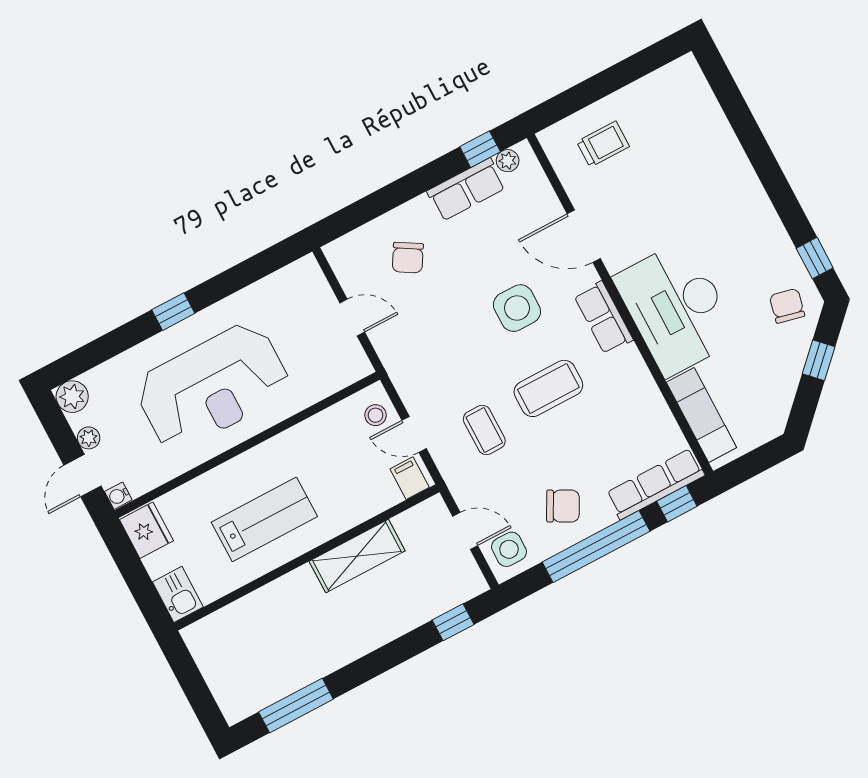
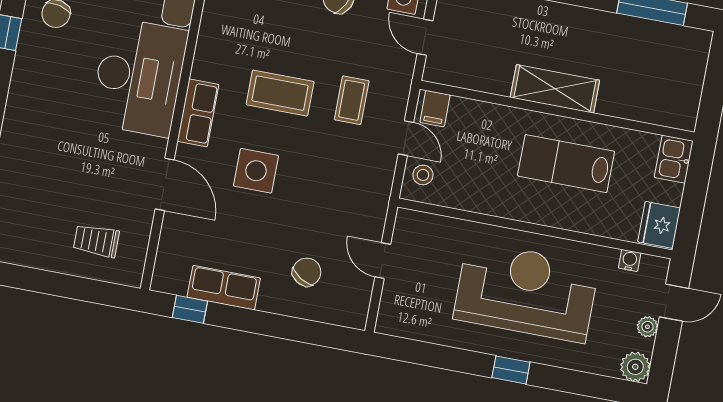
plant: (508, 161) -> (176, 285), removed
water cooler: (118, 496) -> (630, 260), moved, turned -90
shelving: (357, 556) -> (555, 89), moved

